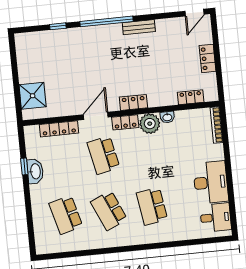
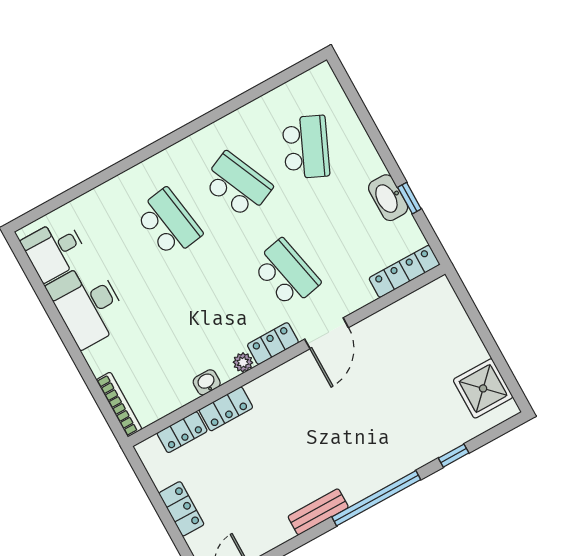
shower: (33, 96) -> (483, 388), moved
locker: (133, 102) -> (226, 409), moved
plant: (150, 124) -> (243, 362), width x0.53, depth x0.53
locker: (59, 129) -> (404, 271), moved
school desk: (66, 215) -> (306, 147), turned 39

